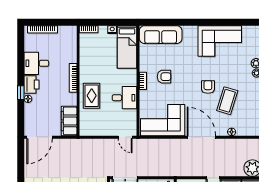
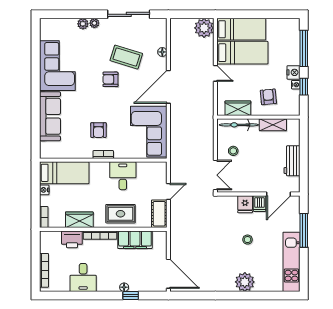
sofa: (161, 35) -> (50, 116), moved
wardrobe: (86, 60) -> (79, 220), added
armchair: (164, 77) -> (98, 130), turned 180
printer: (31, 84) -> (72, 239), moved, turned 180
window: (21, 93) -> (131, 296), moved
filing cabinet: (69, 121) -> (135, 240), moved
cot: (92, 129) -> (159, 214), added
door: (125, 137) -> (168, 192), moved

